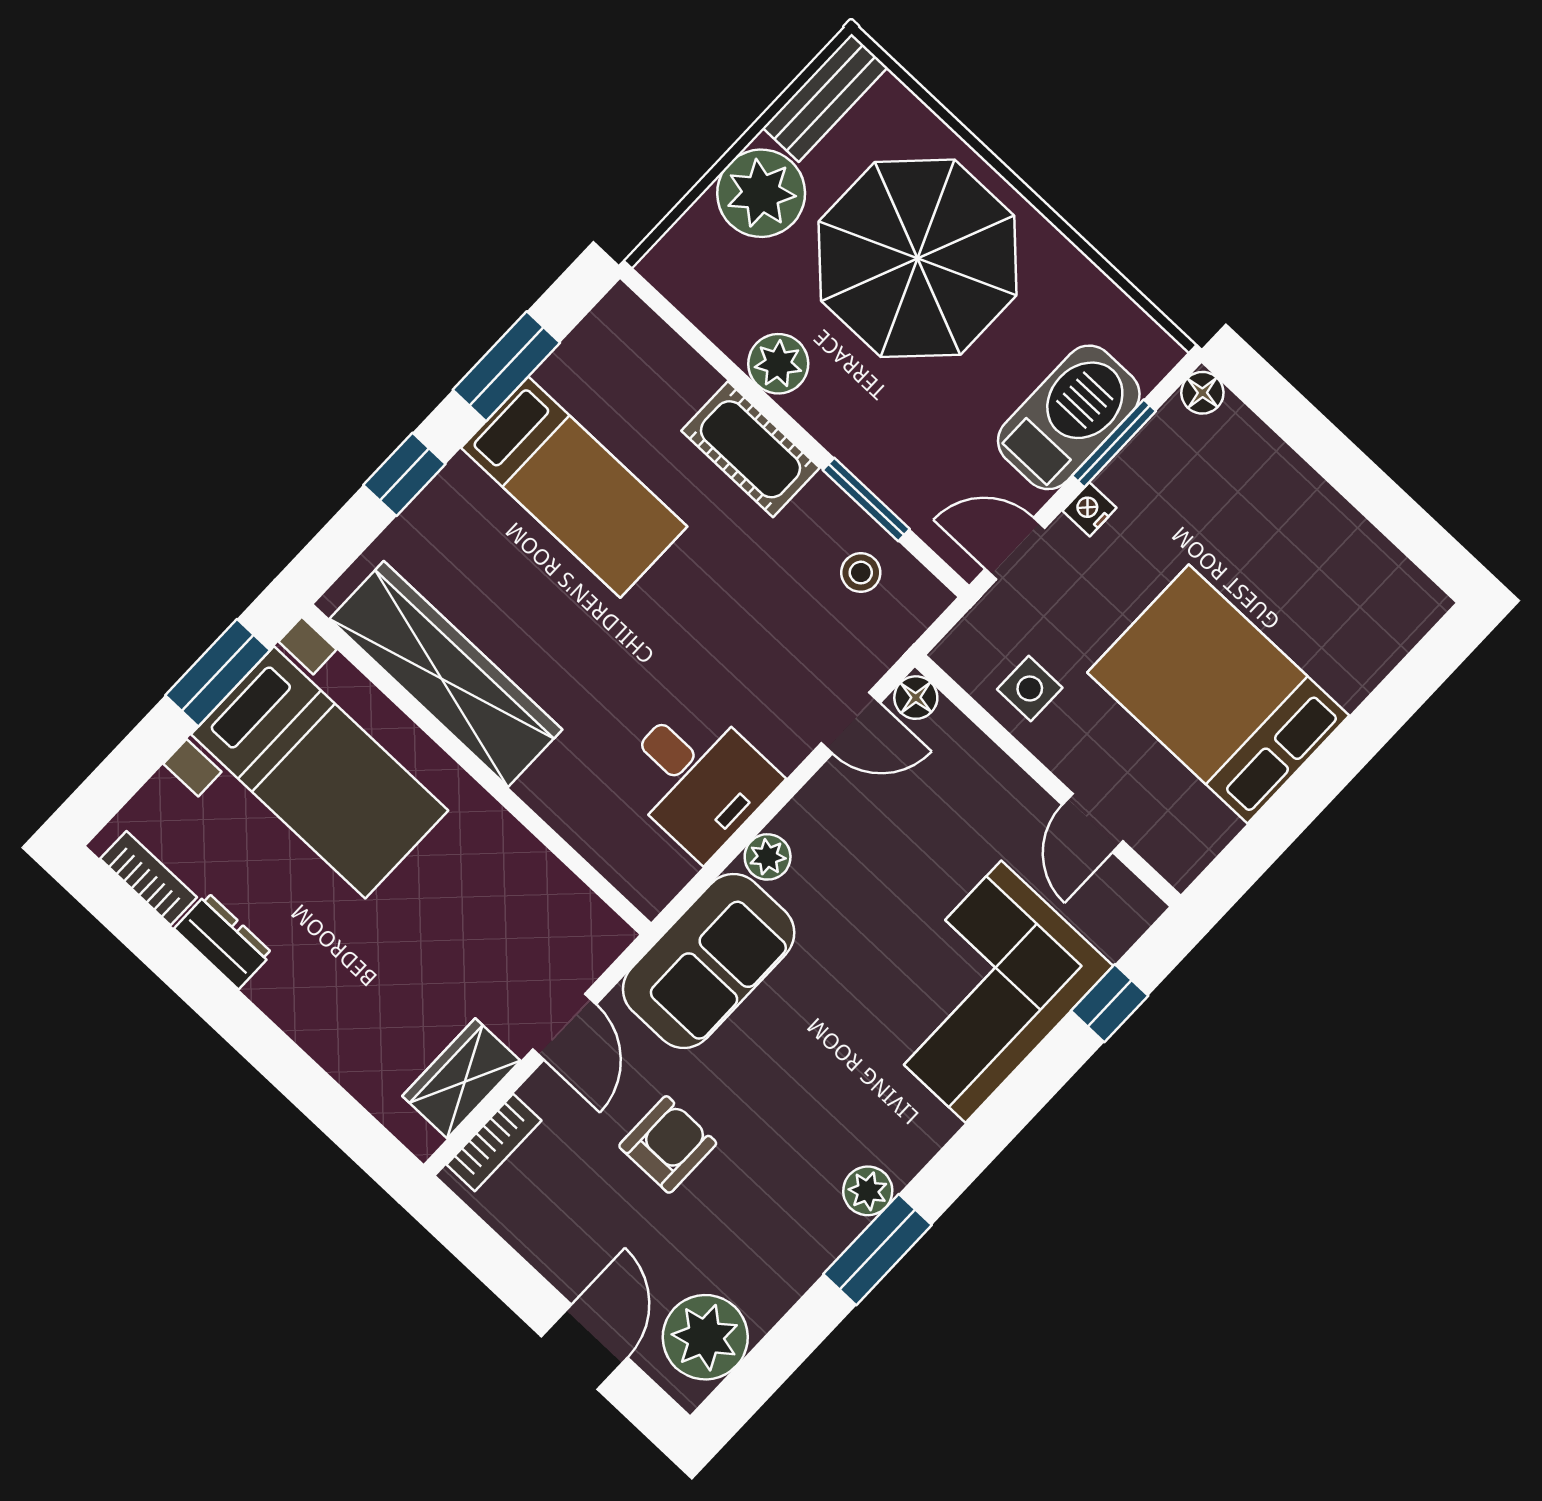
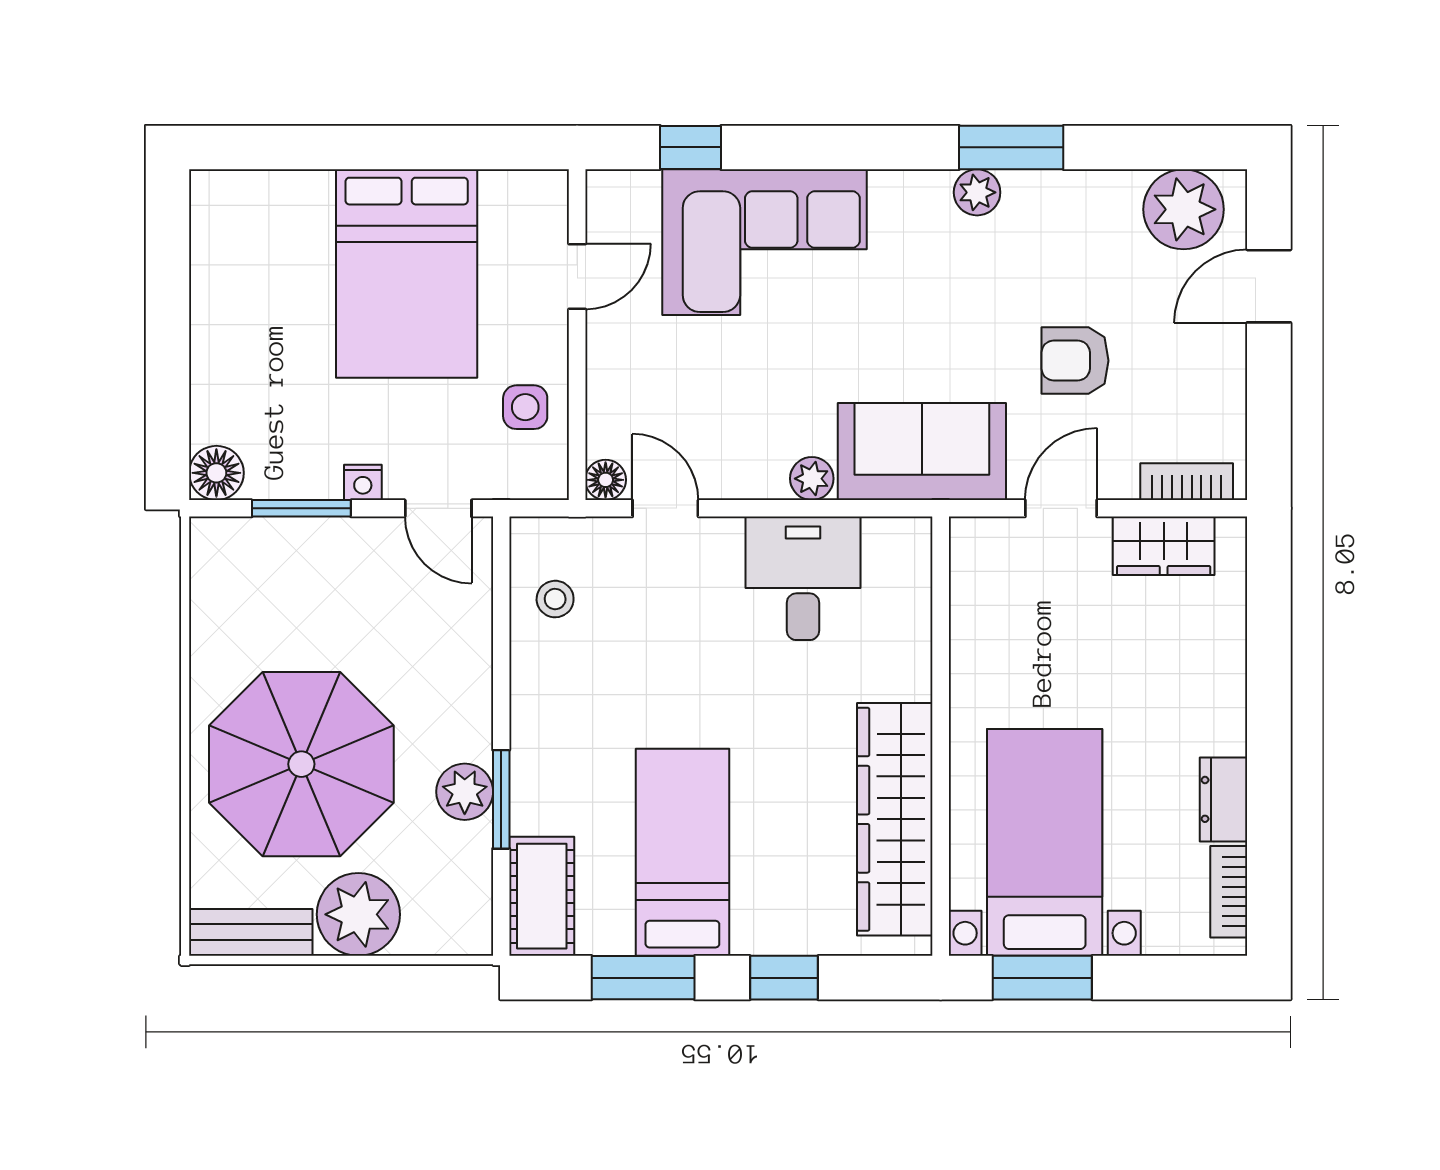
floor lamp: (1202, 393) -> (216, 473), width x1.37, depth x1.37
barbecue: (1069, 417) -> (313, 557), removed
cot: (750, 449) -> (542, 896), moved
window: (866, 500) -> (501, 799), moved

